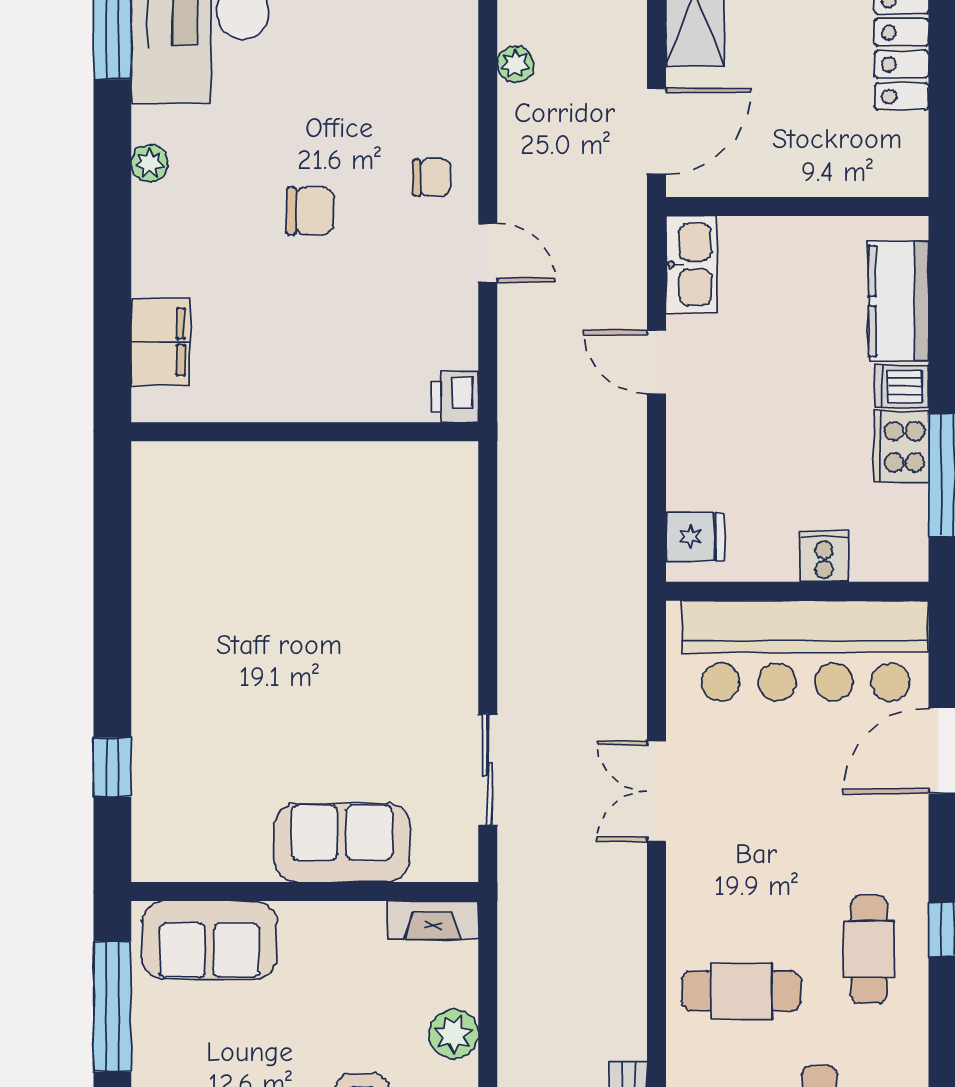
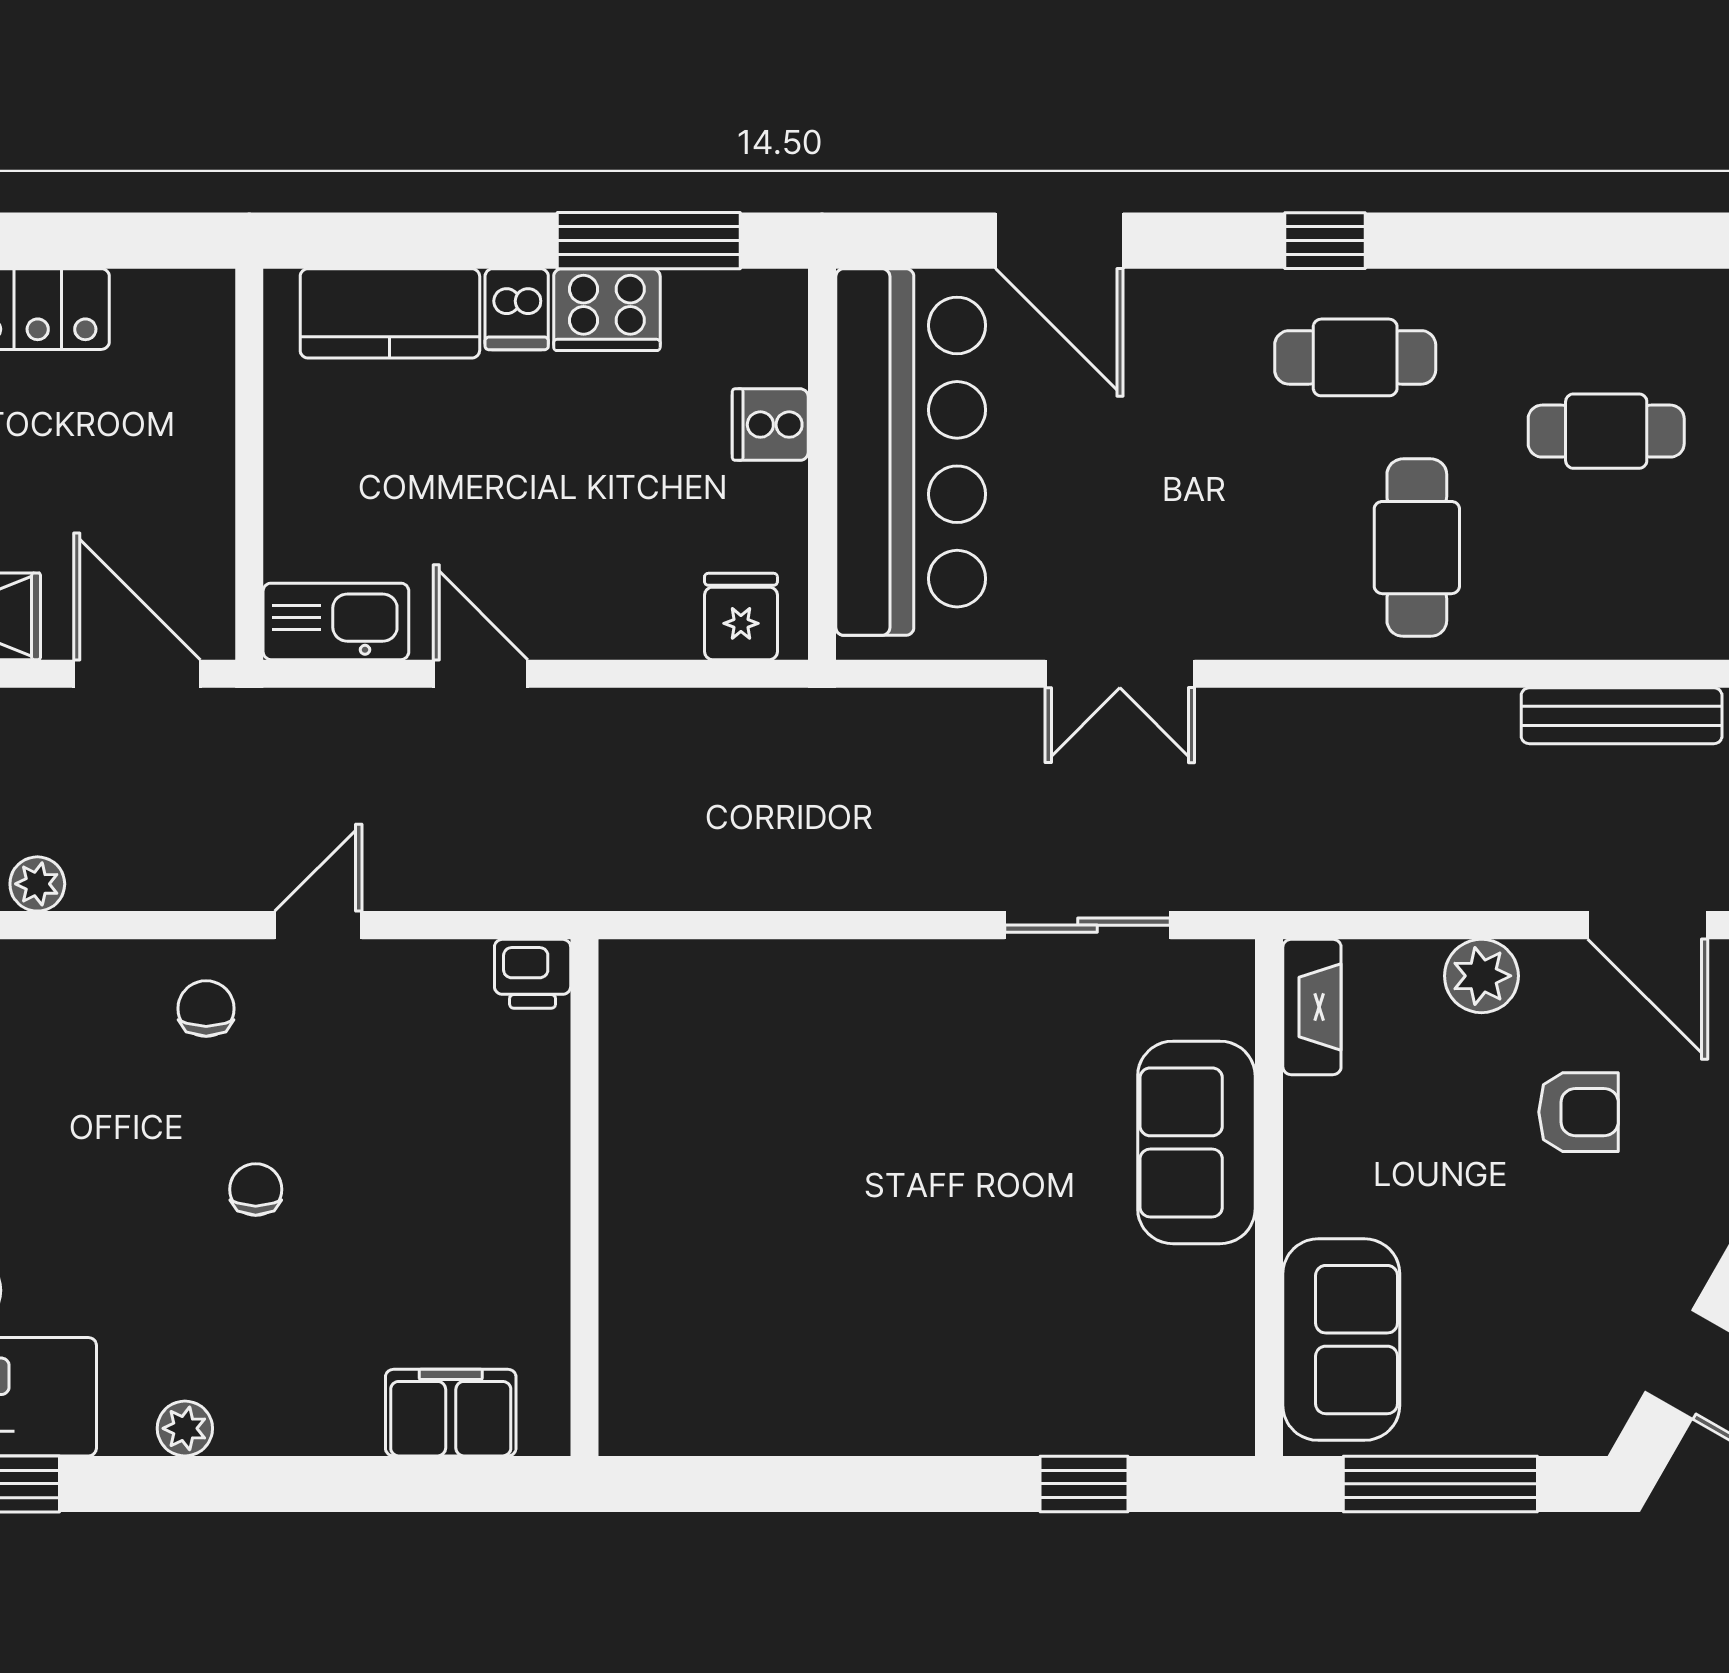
chair: (310, 211) -> (256, 1189), width x0.73, depth x0.73
door: (657, 362) -> (480, 674), swing flipped

